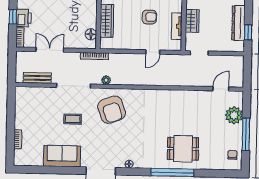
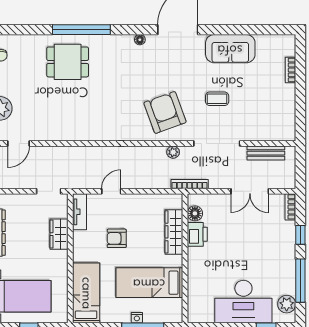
printer: (24, 18) -> (197, 234), moved, turned 180
tv unit: (177, 26) -> (79, 212), moved

